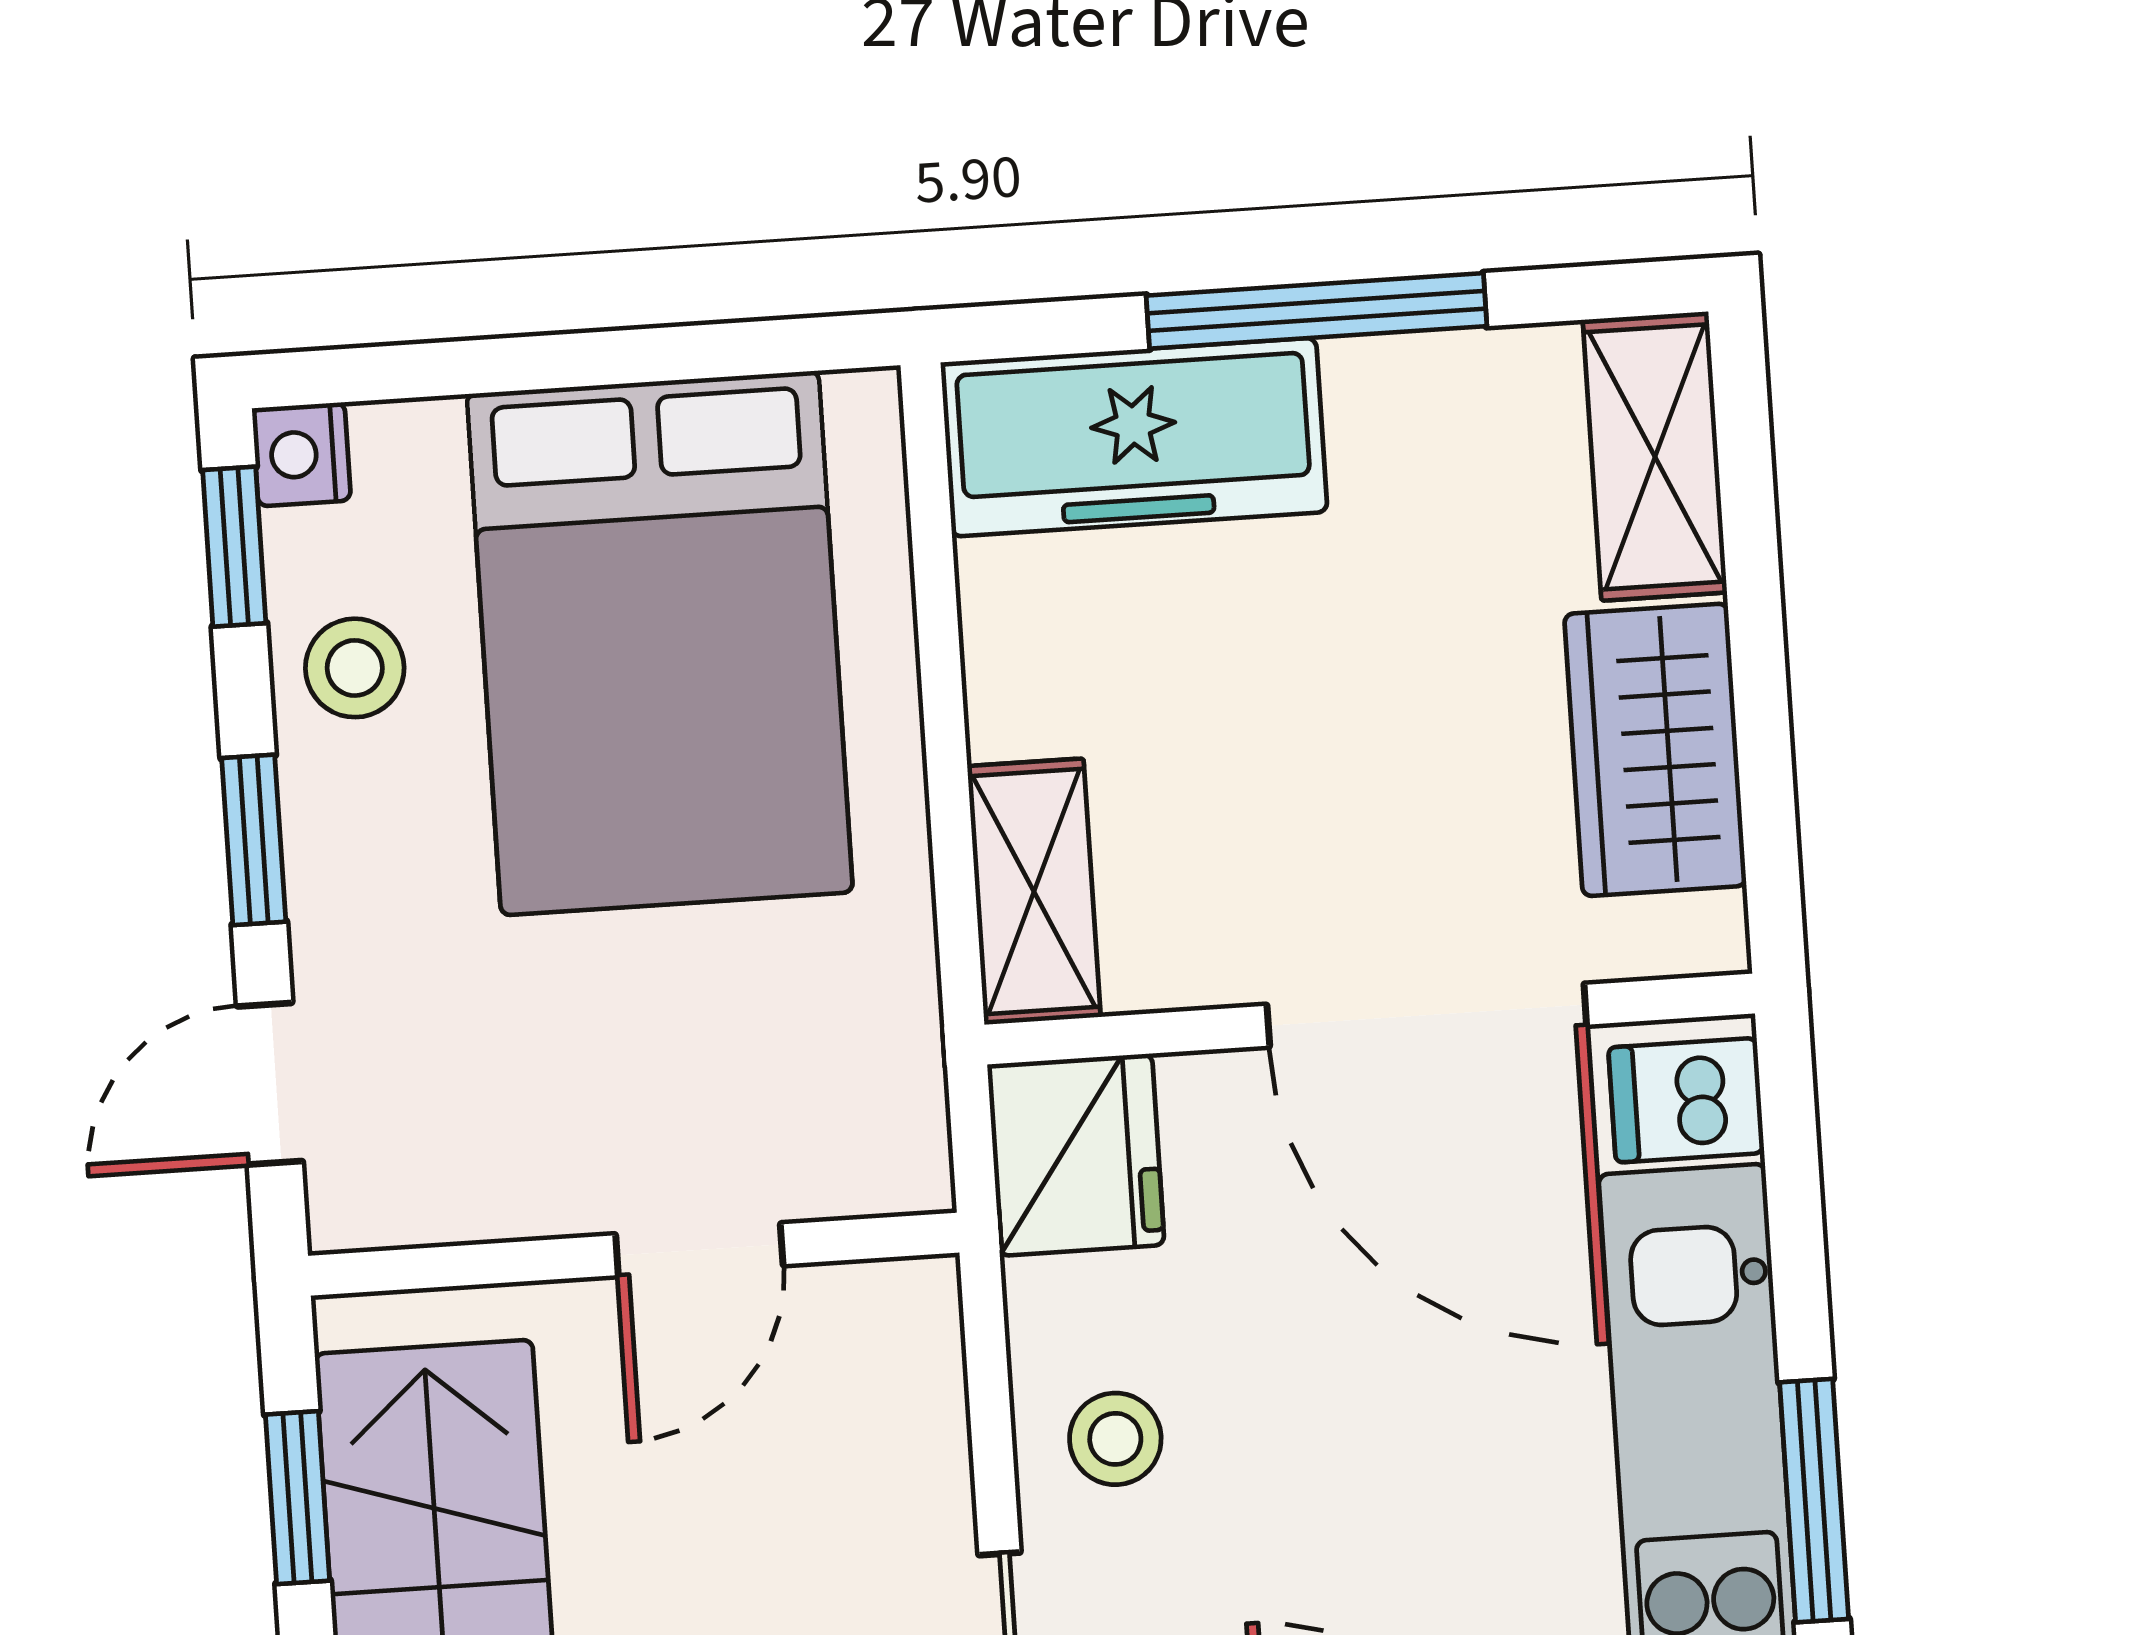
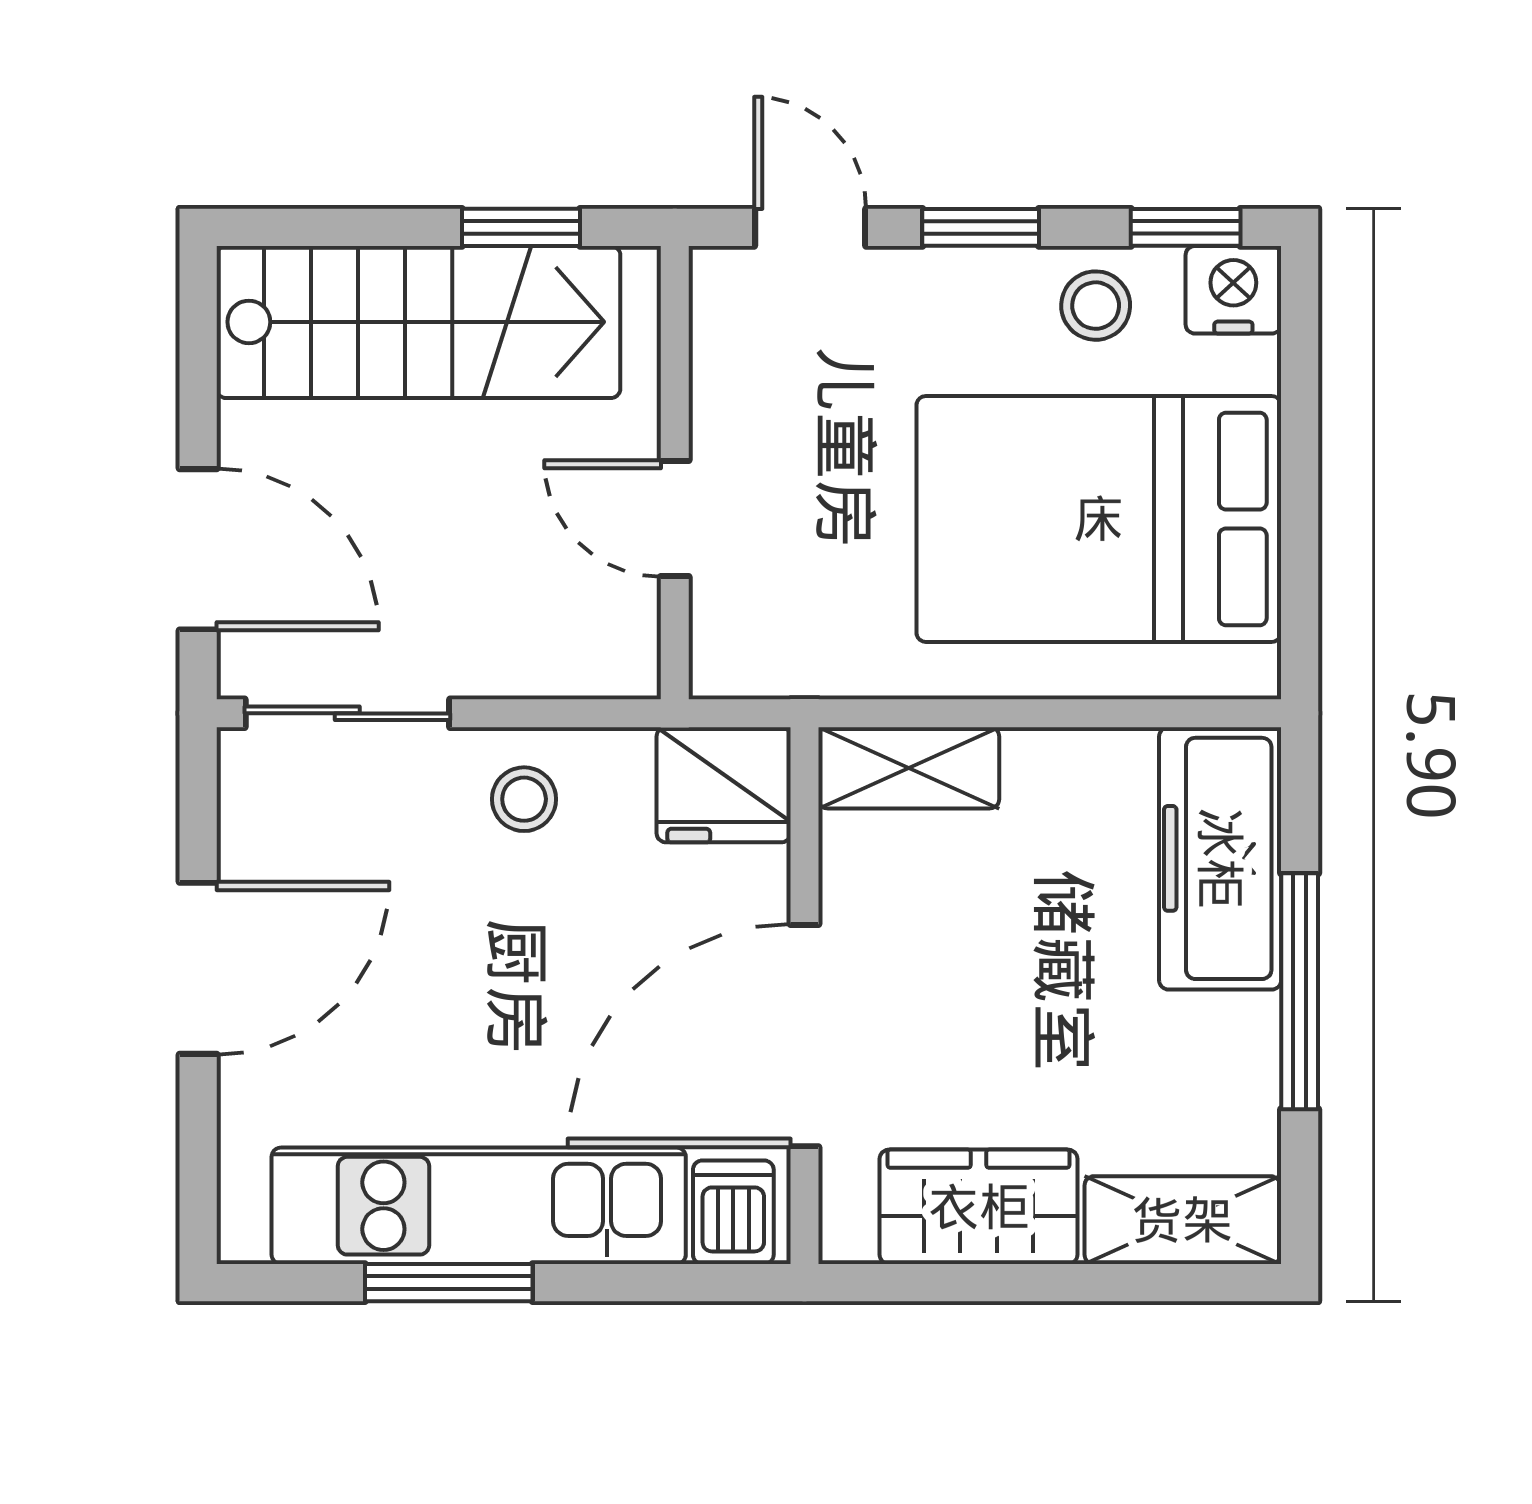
nightstand: (301, 454) -> (1233, 290), width x1.39, depth x1.35

